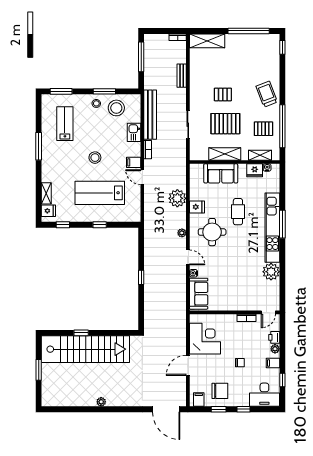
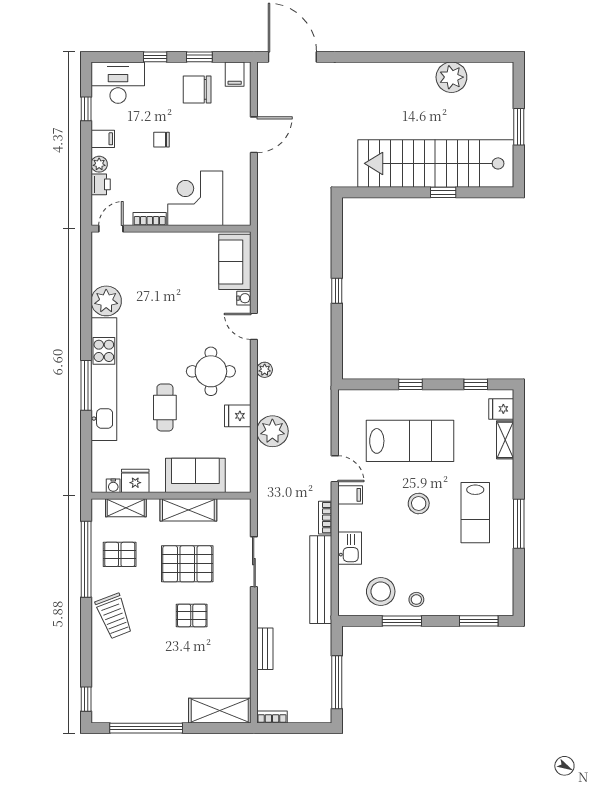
lab bench: (65, 124) -> (475, 513), moved
corner desk: (205, 339) -> (195, 198), moved, turned 90
plant: (101, 402) -> (451, 77), moved, width x1.87, depth x1.87

